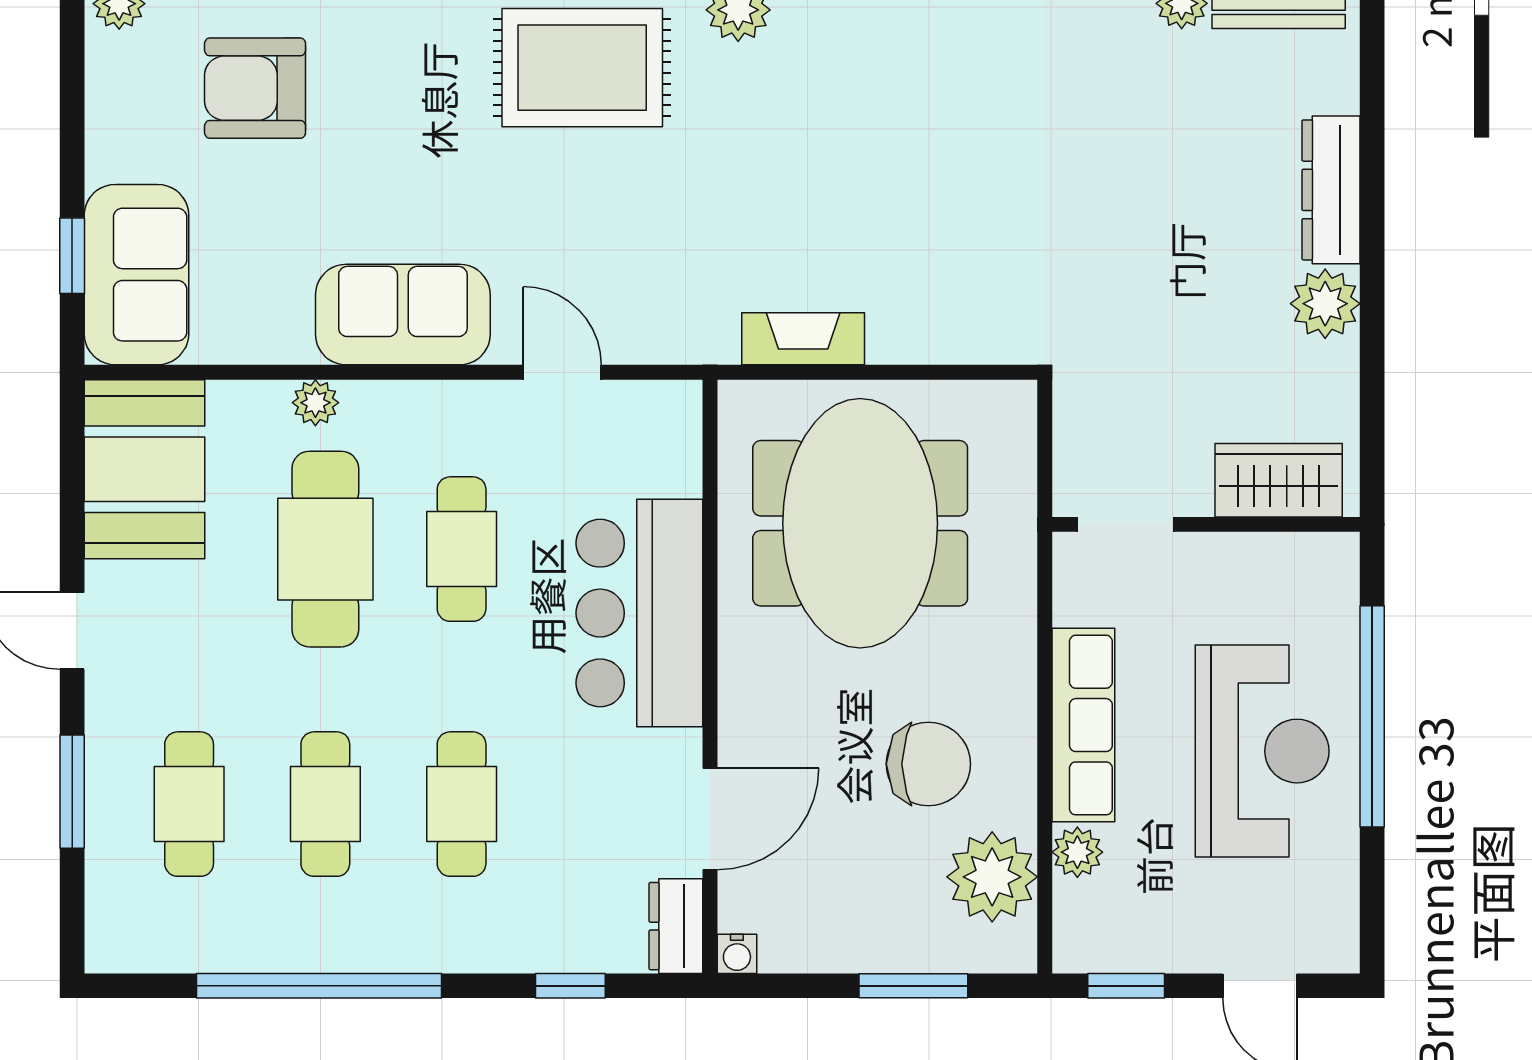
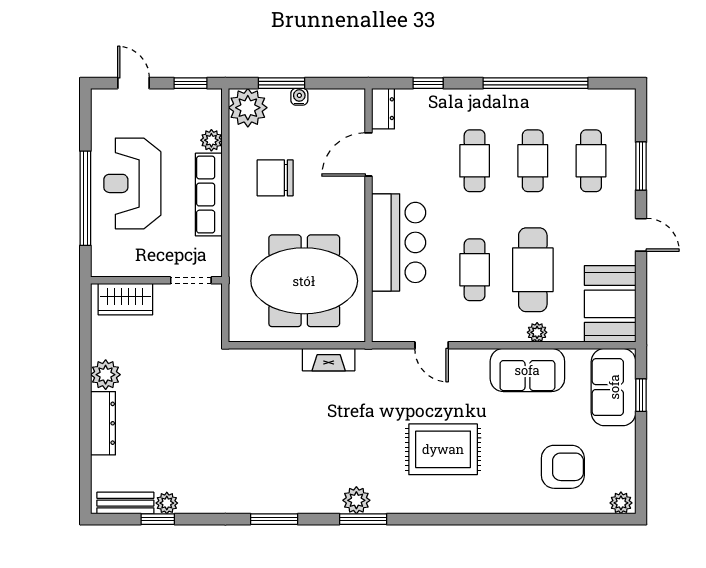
rug: (582, 68) -> (443, 449), moved
sofa: (403, 315) -> (527, 370), moved
meeting table: (860, 523) -> (304, 281), turned 90
plant: (992, 877) -> (248, 108), moved
water cooler: (737, 954) -> (299, 97), moved

